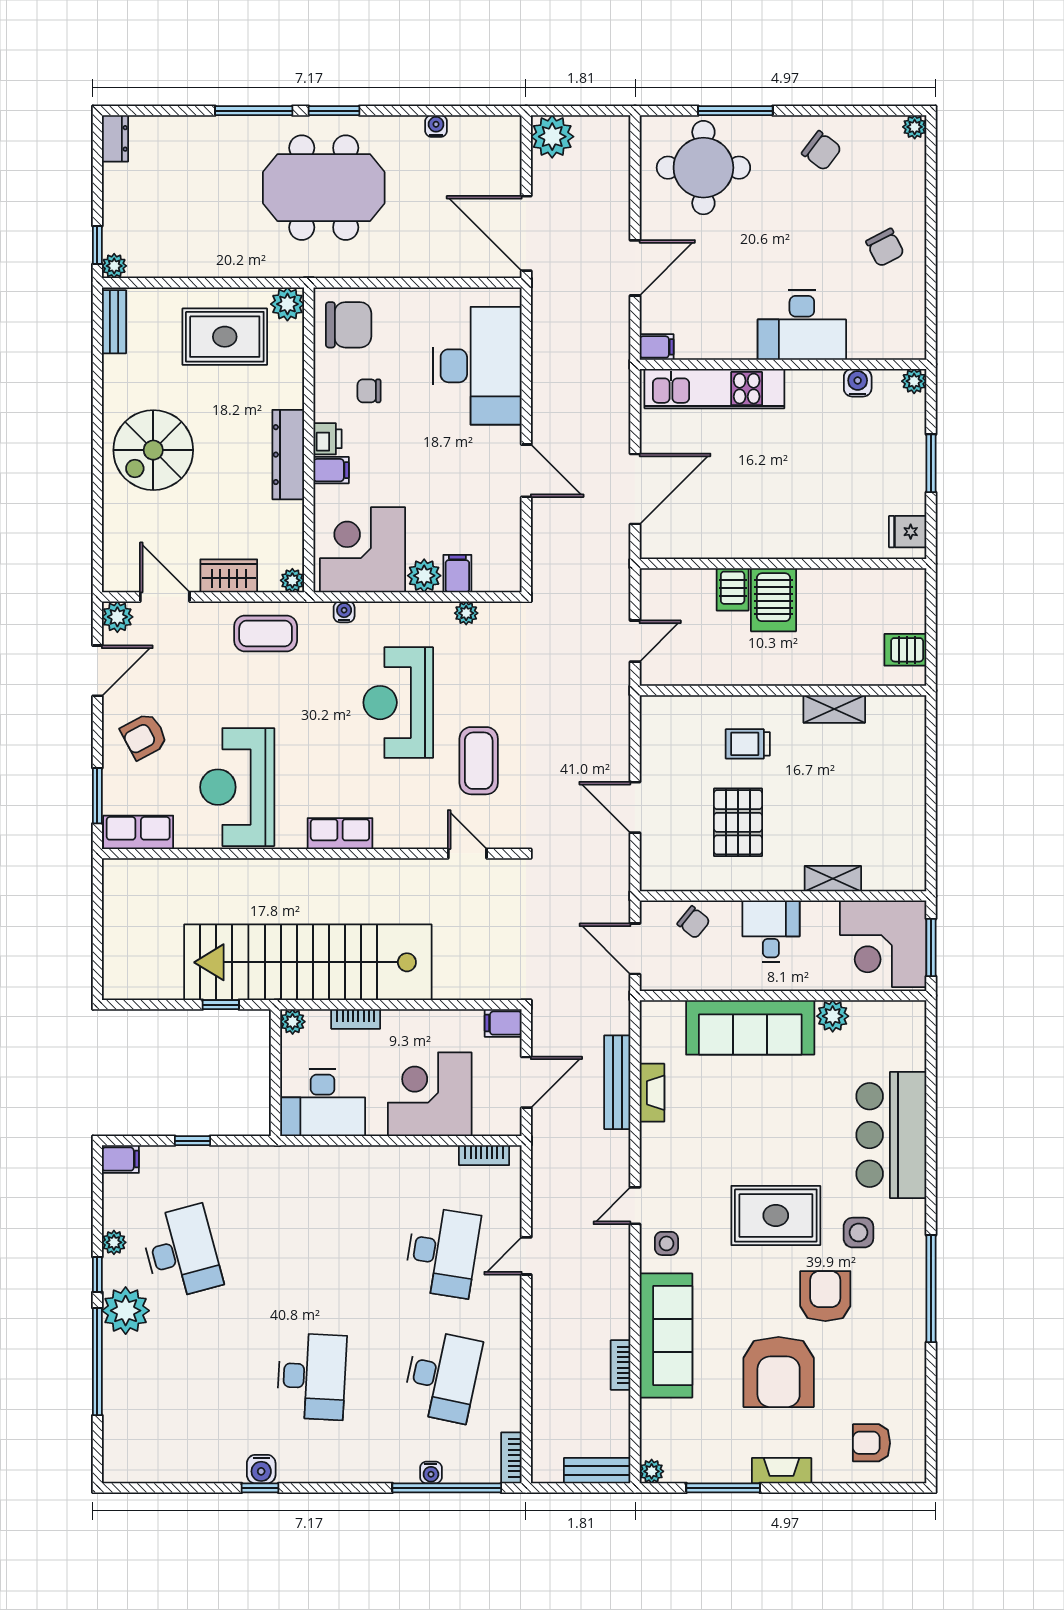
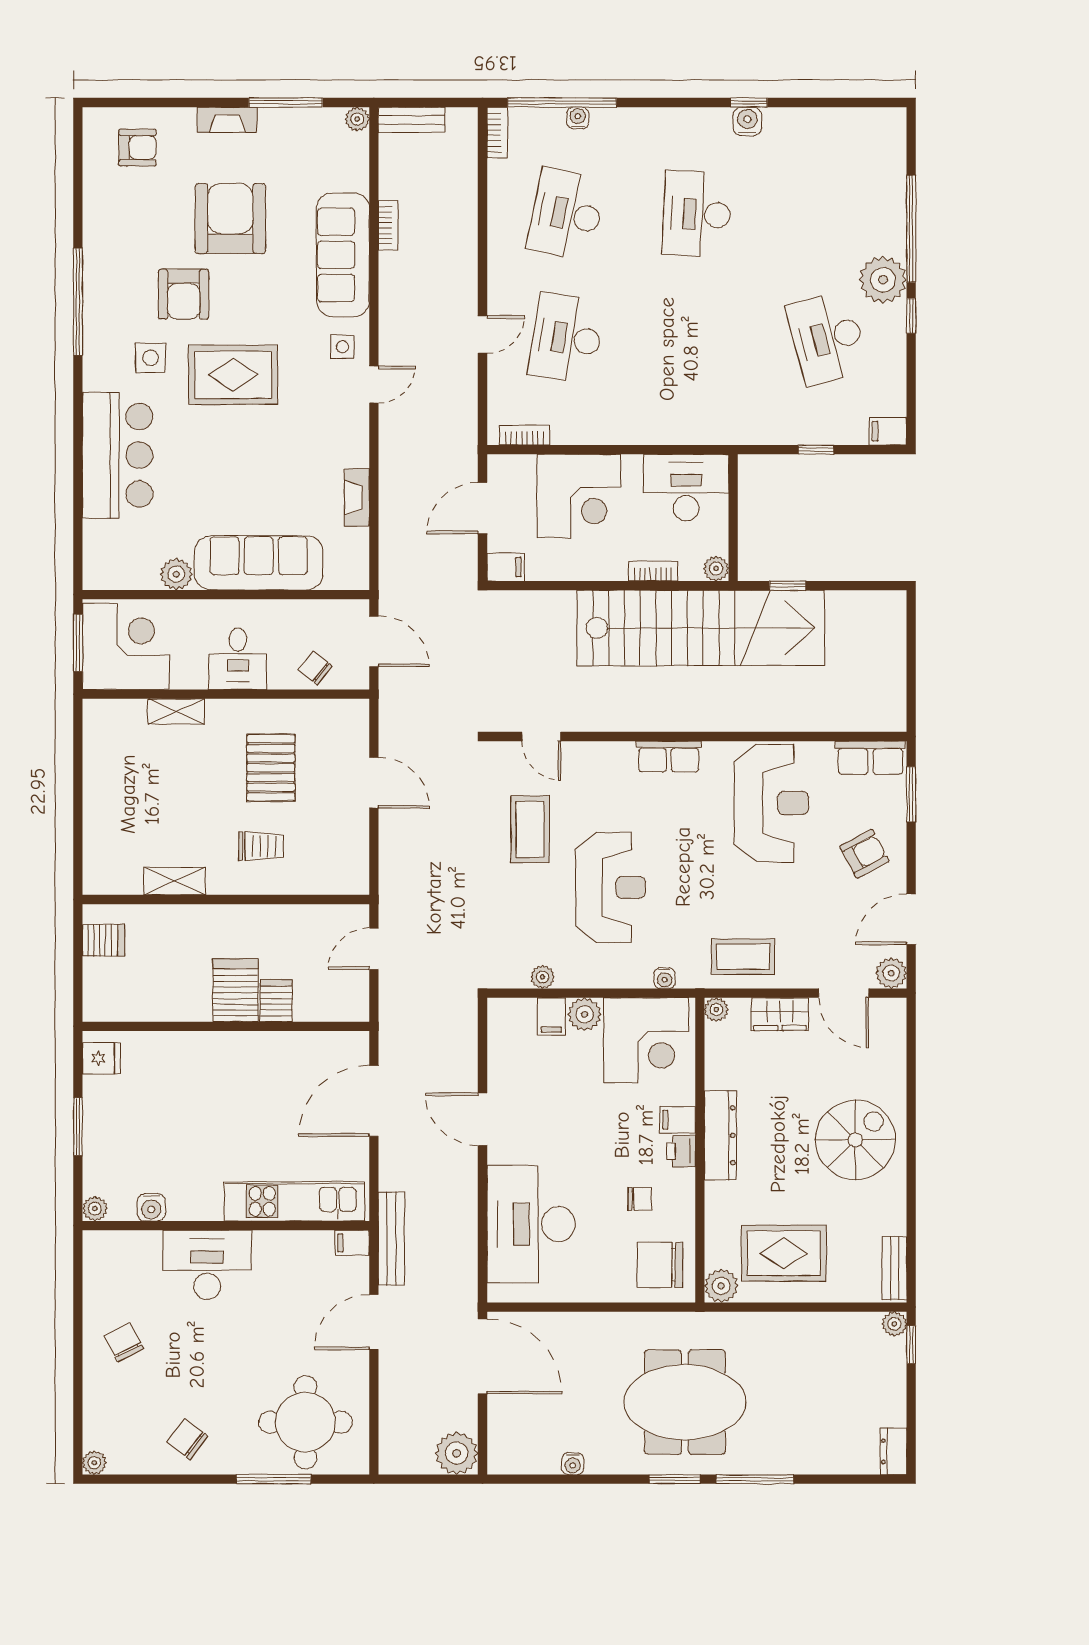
bench: (617, 1082) -> (391, 1239), moved
plant: (114, 1242) -> (895, 348), removed

